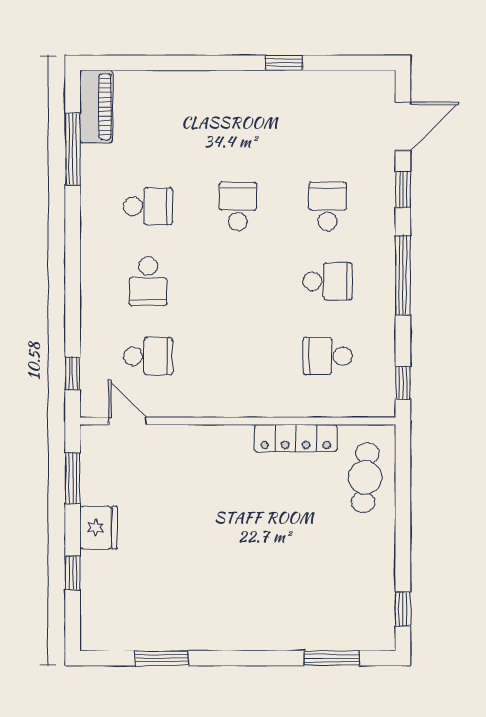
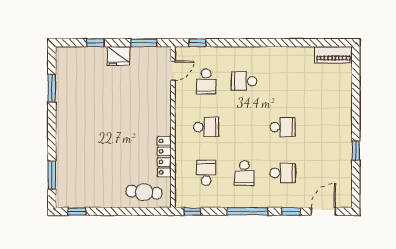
door: (403, 126) -> (323, 211), swing flipped
window: (73, 149) -> (312, 43), removed
school desk: (148, 206) -> (206, 127), moved, turned -90

